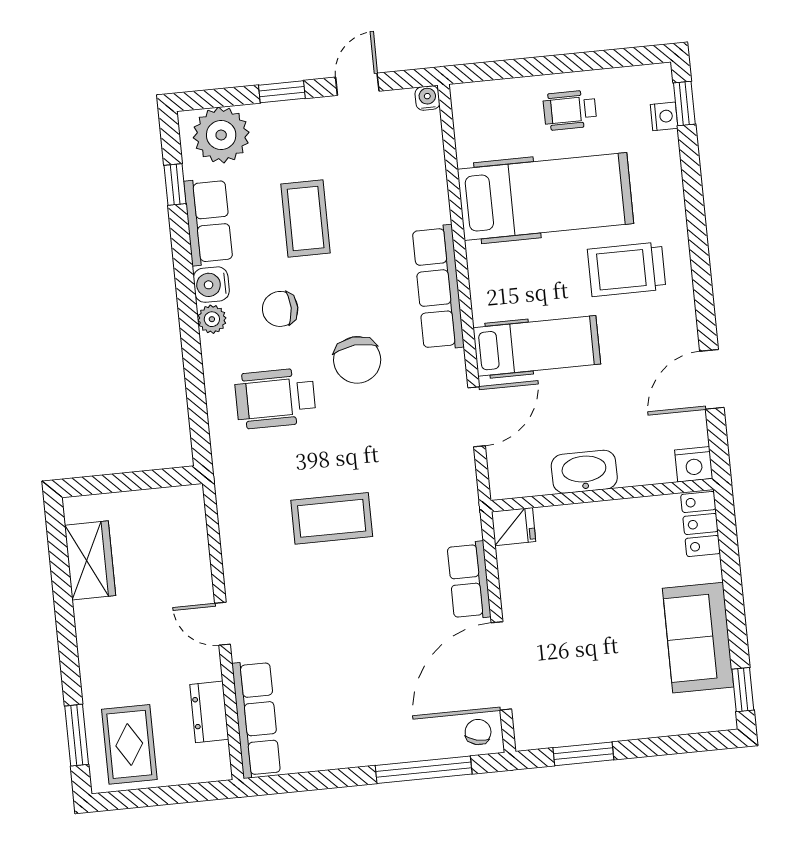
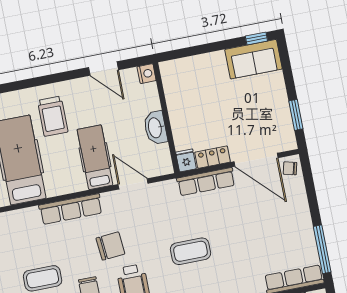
coffee table: (332, 518) -> (190, 251), turned 90
locker: (701, 524) -> (213, 157), moved, turned 180
row of seats: (469, 581) -> (206, 182), width x1.48
sofa: (698, 638) -> (254, 59), moved
window: (424, 770) -> (322, 249), moved

